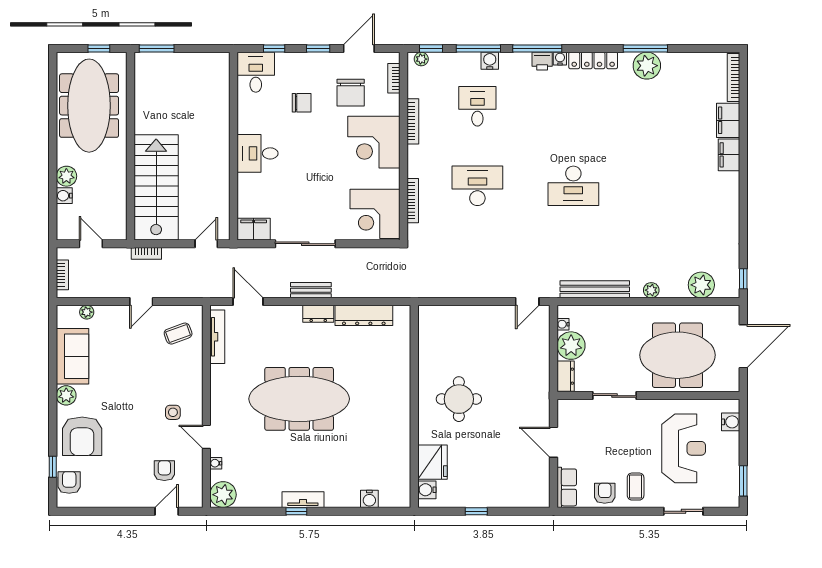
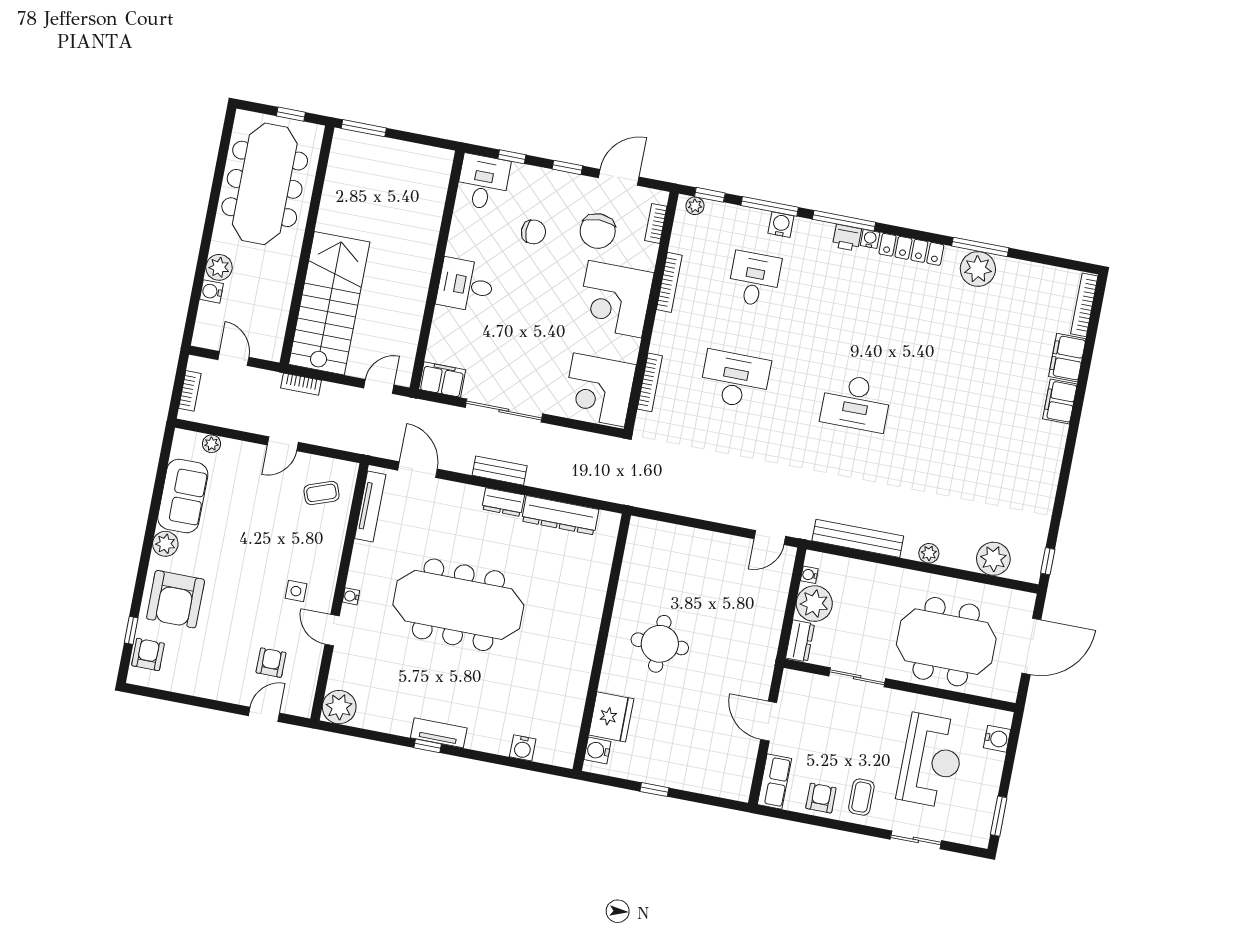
water cooler: (216, 463) -> (351, 596), moved

